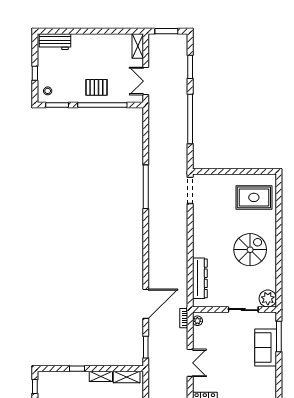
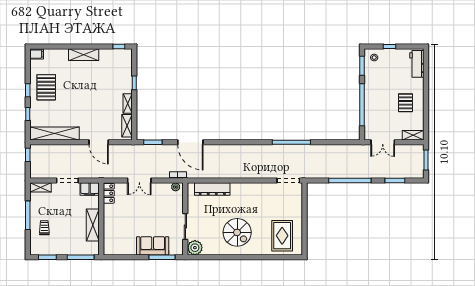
double door: (146, 81) -> (383, 142), swing flipped
pallet: (96, 87) -> (405, 103), moved

